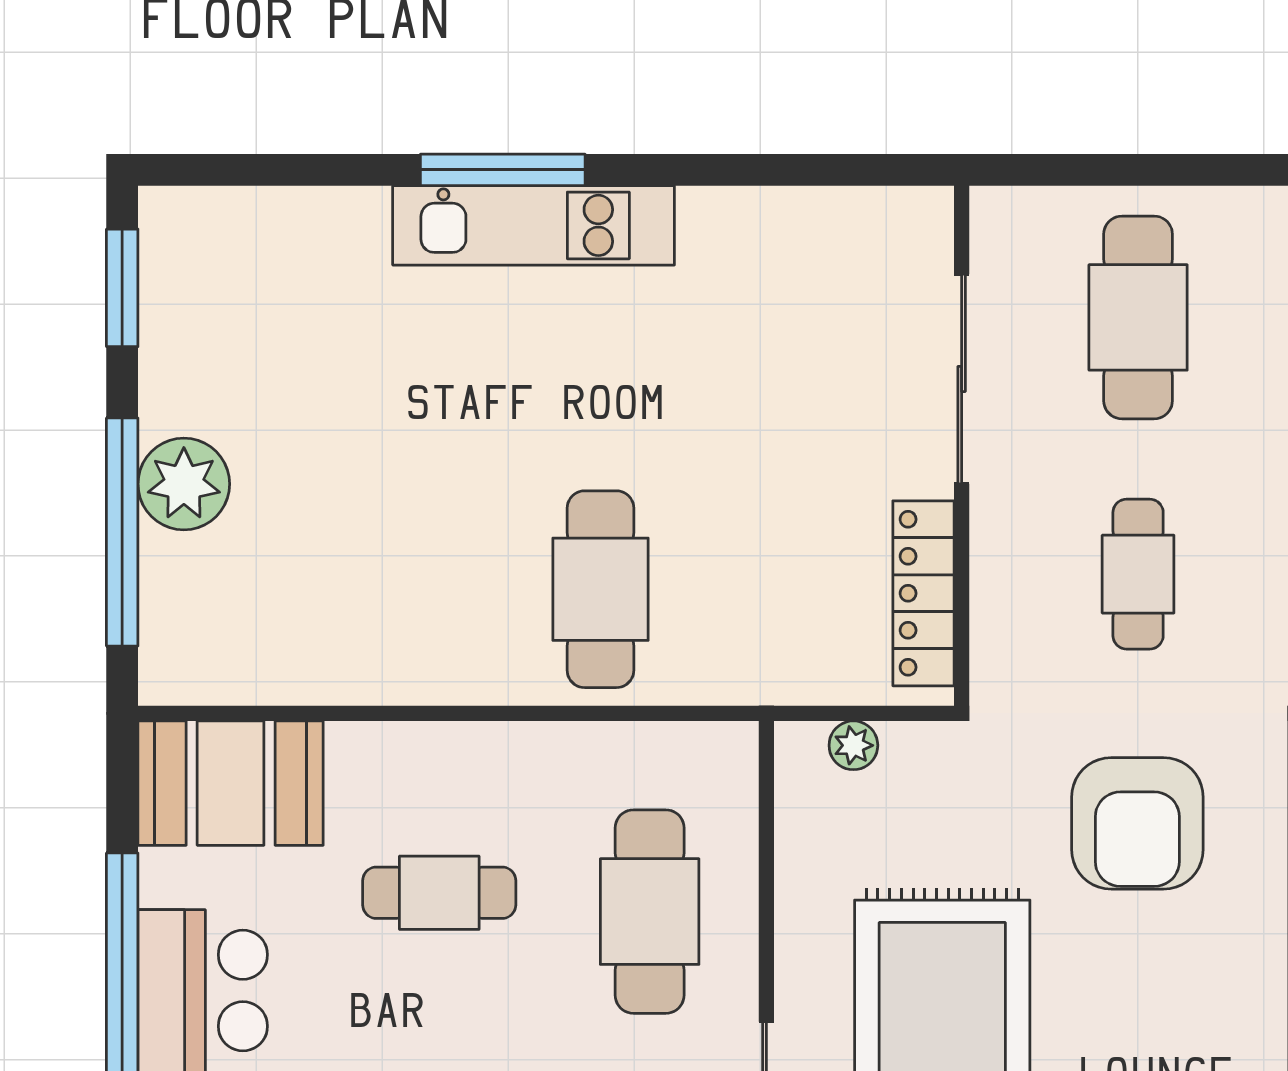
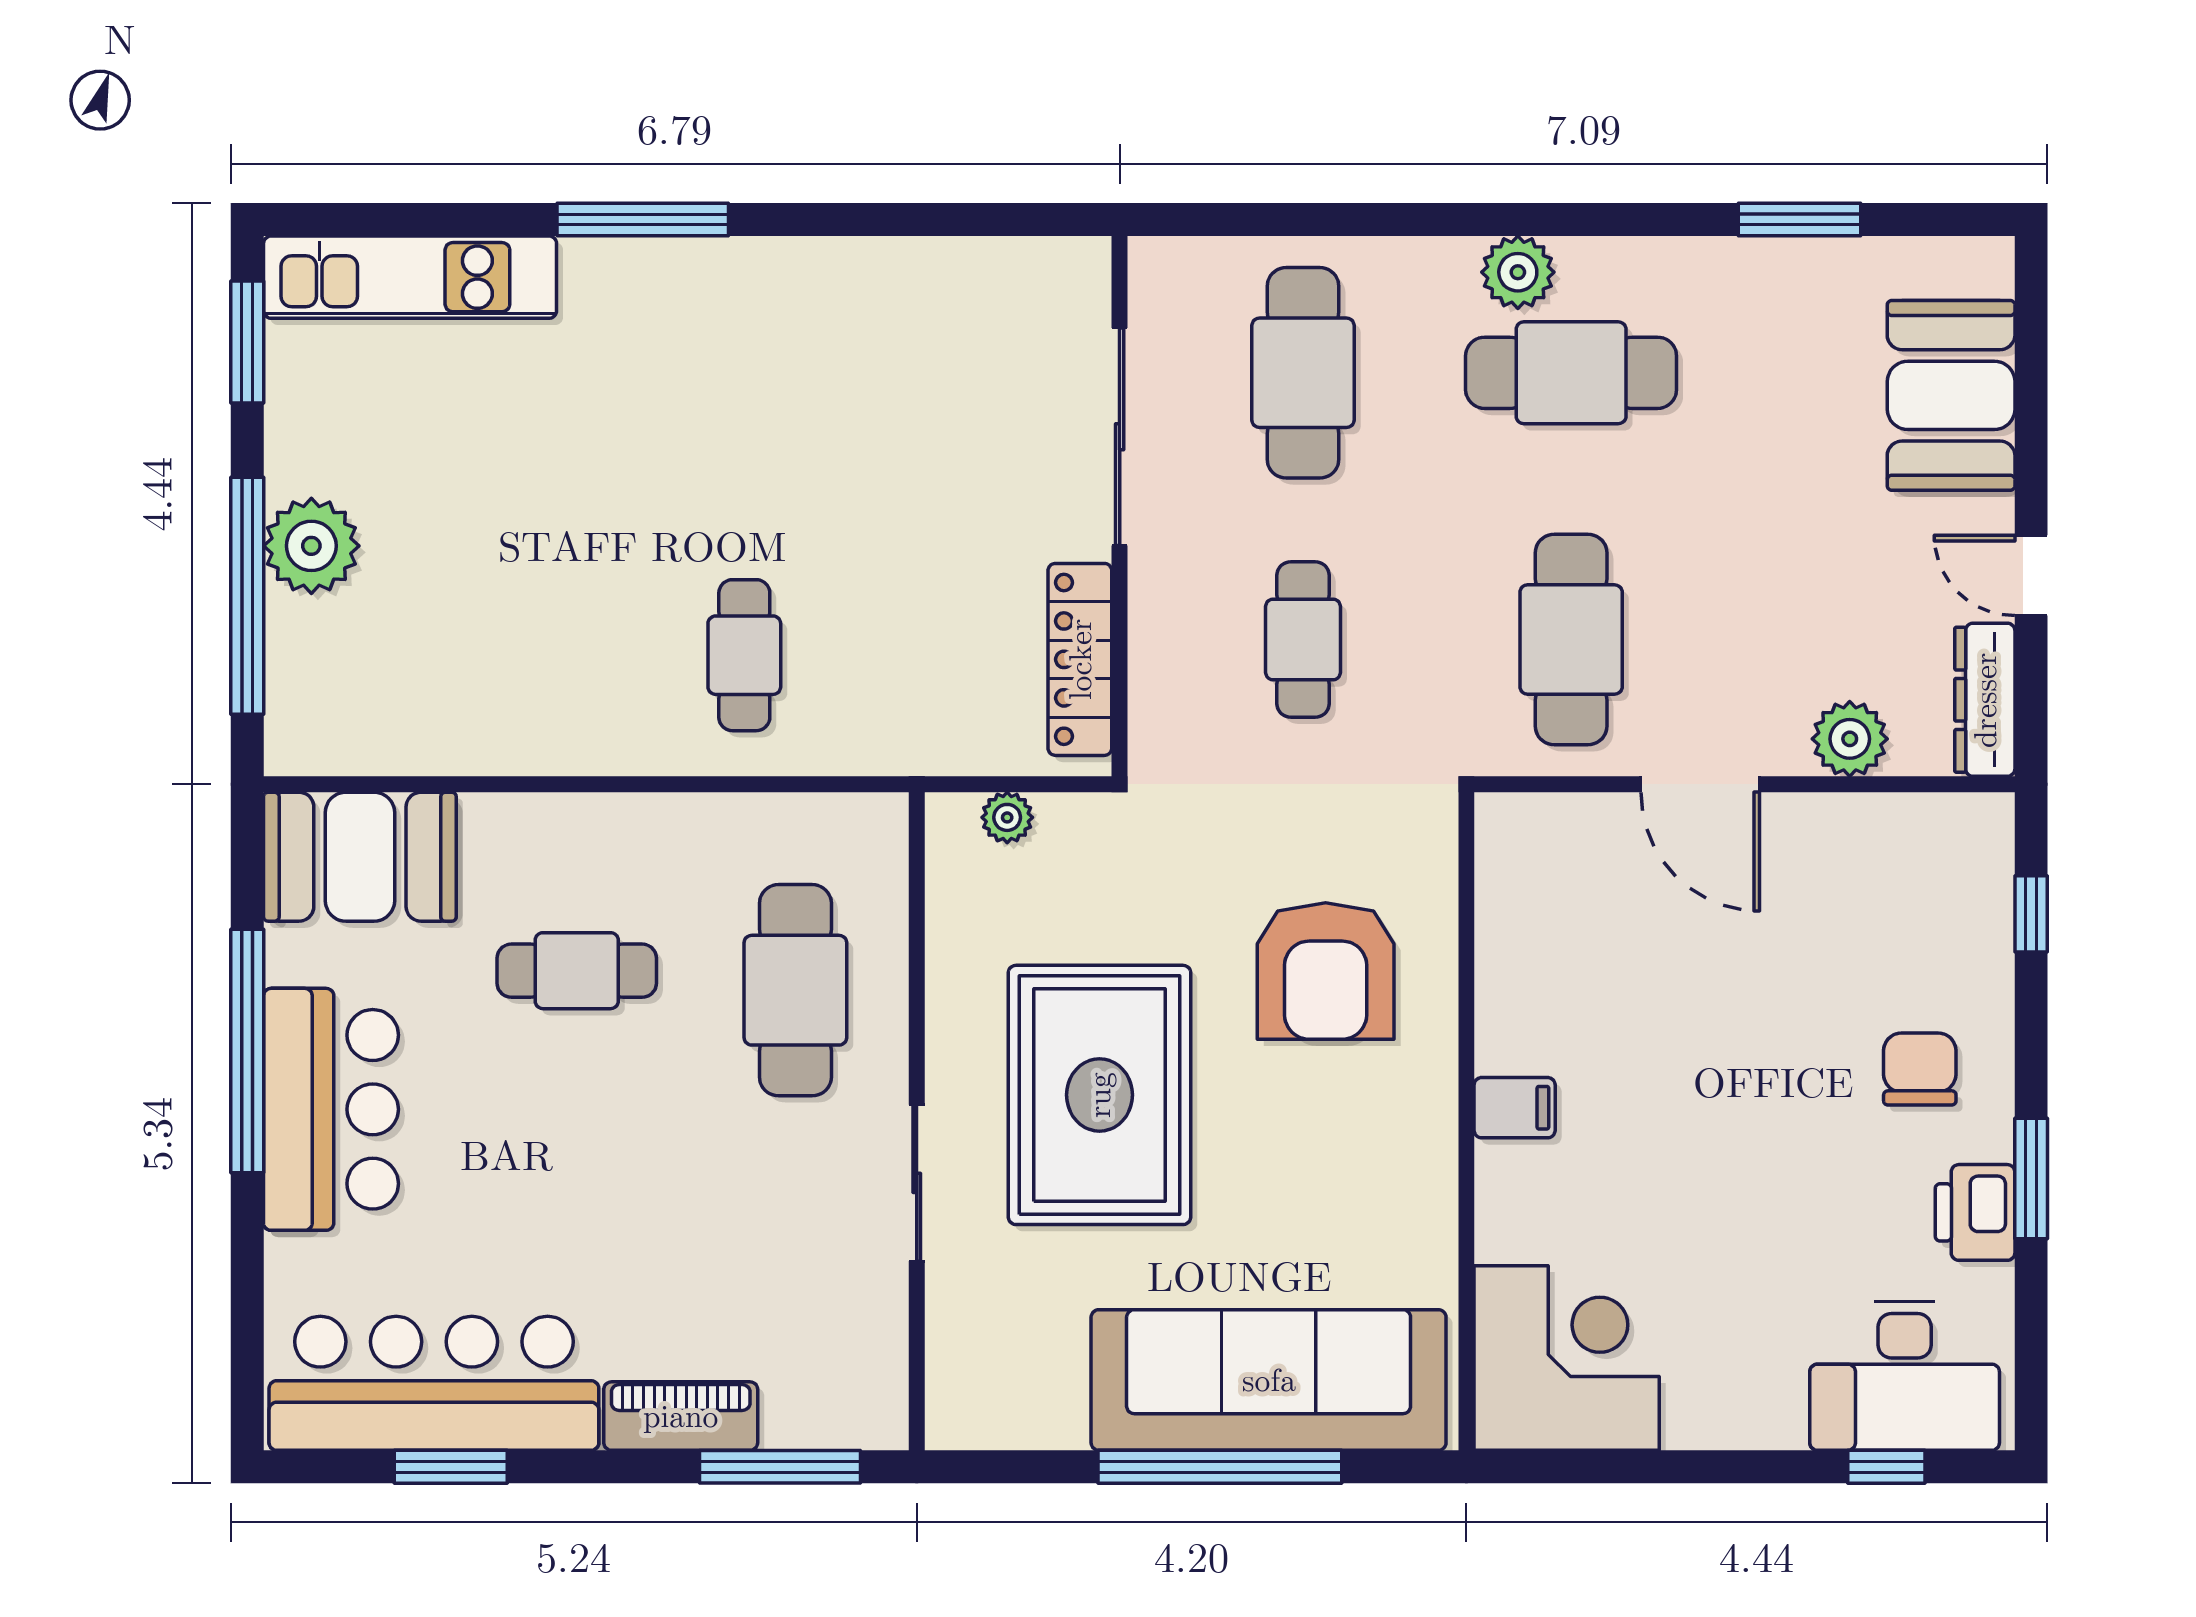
kitchen unit: (534, 225) -> (410, 277), moved
cafe table: (601, 589) -> (744, 655), width x0.73, depth x0.74
armchair: (1137, 823) -> (1326, 971), moved

